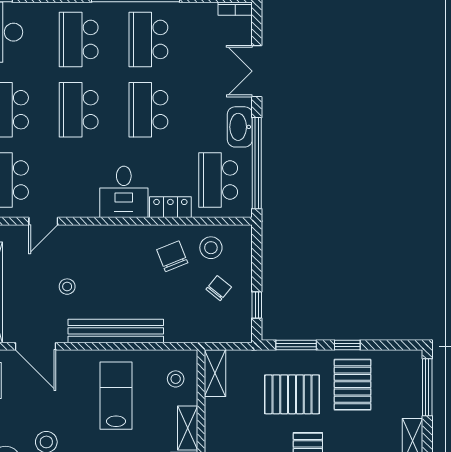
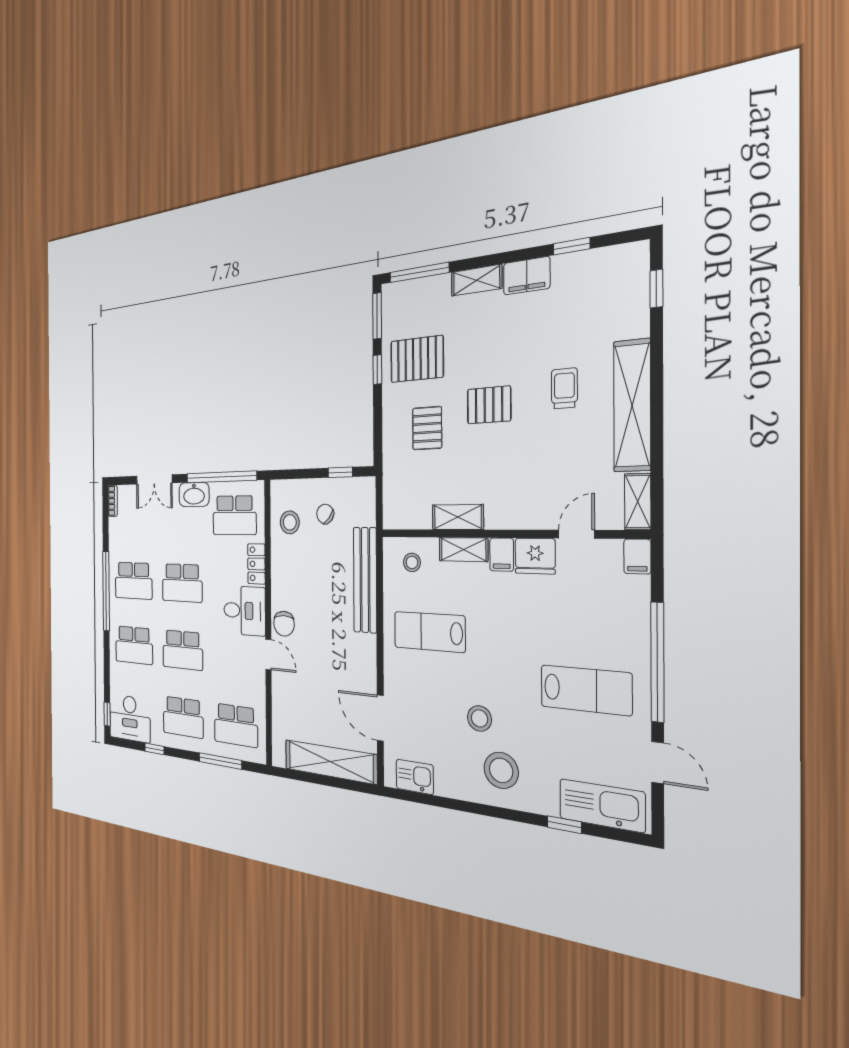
door: (43, 221) -> (268, 654), moved
chair: (172, 256) -> (284, 624), moved, turned -68
stool: (67, 287) -> (325, 677), removed
bench: (116, 331) -> (365, 580), moved
window: (296, 345) -> (377, 316), moved
door: (36, 346) -> (380, 718), swing flipped
shelving: (215, 373) -> (458, 517), moved
pallet: (292, 394) -> (427, 428), width x0.67, depth x0.71

